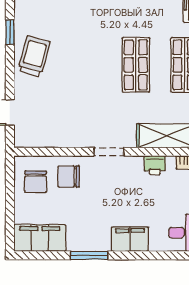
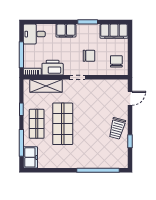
shop shelf: (136, 65) -> (63, 124), width x1.43, depth x1.36
printer: (155, 165) -> (53, 68), width x1.87, depth x1.48
chair: (69, 177) -> (89, 56), moved

